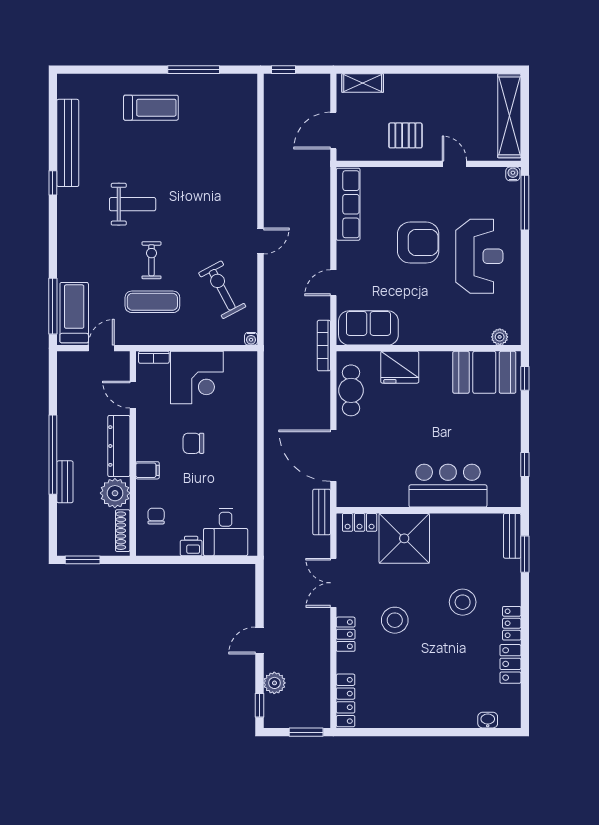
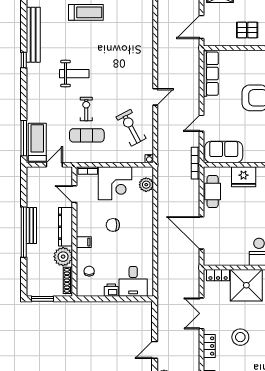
plant: (246, 380) -> (146, 185), added
bench: (65, 482) -> (31, 226), moved, width x1.36
bench: (322, 512) -> (194, 269), removed

